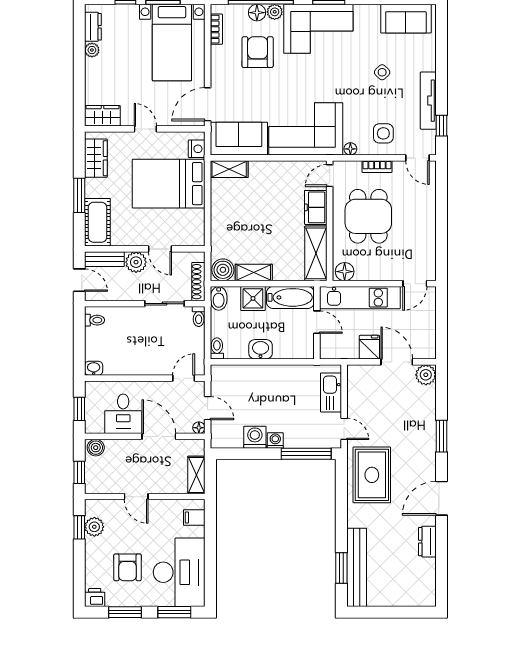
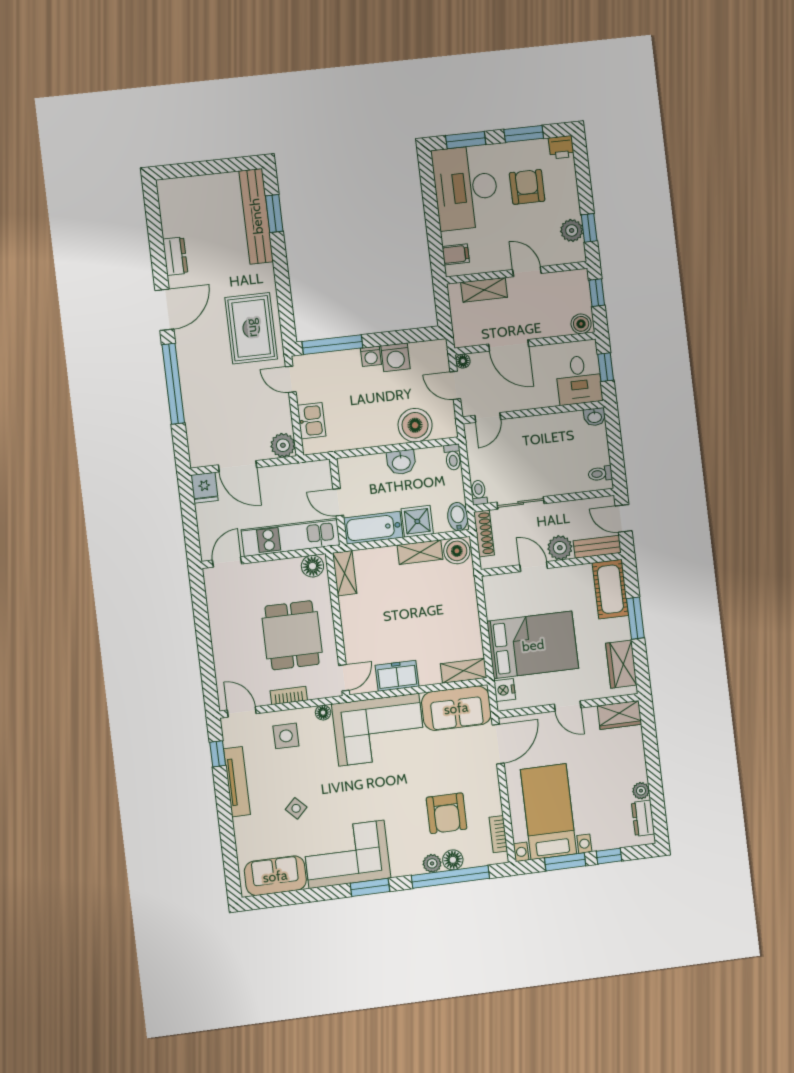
corner sofa: (318, 29) -> (347, 854), moved
freezer: (316, 207) -> (397, 676), moved, turned -90
shelving: (316, 253) -> (345, 573), width x0.67, depth x0.75
fridge: (369, 347) -> (205, 488), moved
plant: (426, 375) -> (283, 445), moved
boiler: (245, 379) -> (415, 425), added
kitchen sink: (331, 393) -> (311, 421), width x0.73
desk: (123, 414) -> (579, 380), moved, turned 180
window: (442, 436) -> (173, 384), width x2.11
shelving: (196, 475) -> (484, 290), moved, turned 90

